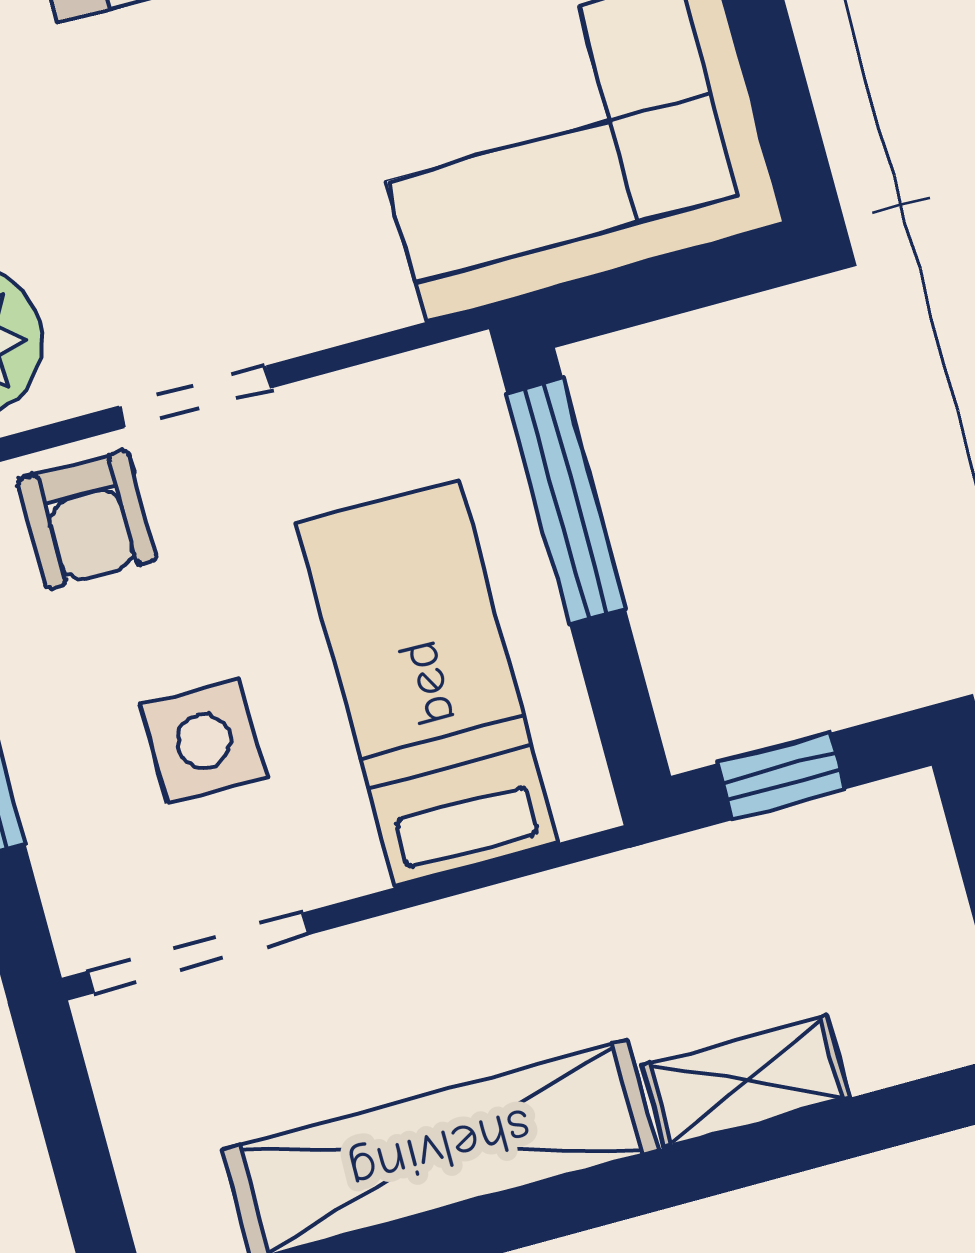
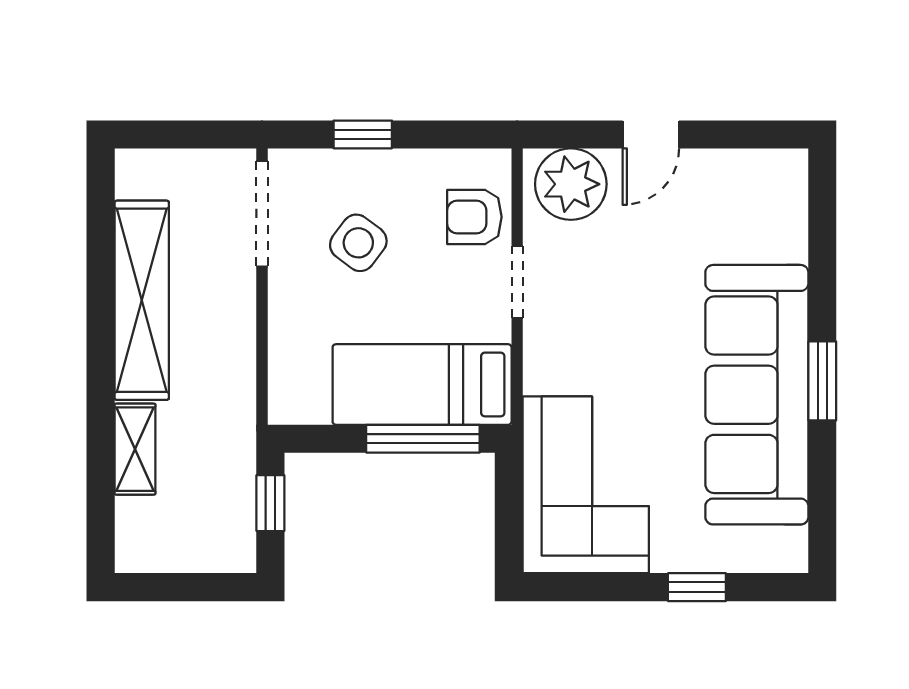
bed: (427, 683) -> (422, 384), moved, turned 180
side table: (204, 741) -> (358, 243), turned 37

